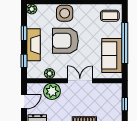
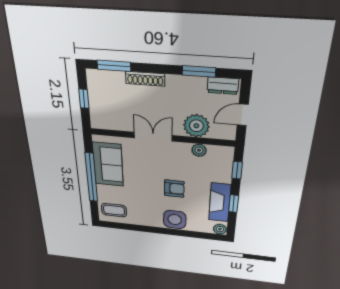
armchair: (65, 41) -> (174, 189), width x0.53, depth x0.53
fireplace: (33, 45) -> (220, 202), moved
double door: (80, 81) -> (153, 137), swing flipped

